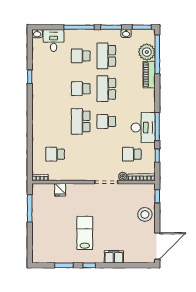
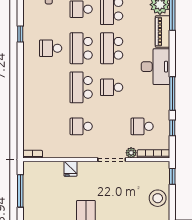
school desk: (55, 89) -> (51, 48), added
school desk: (81, 89) -> (81, 48), width x1.85
desk: (143, 128) -> (156, 67), moved
school desk: (55, 154) -> (81, 126), moved
fridge: (60, 190) -> (70, 169), moved

